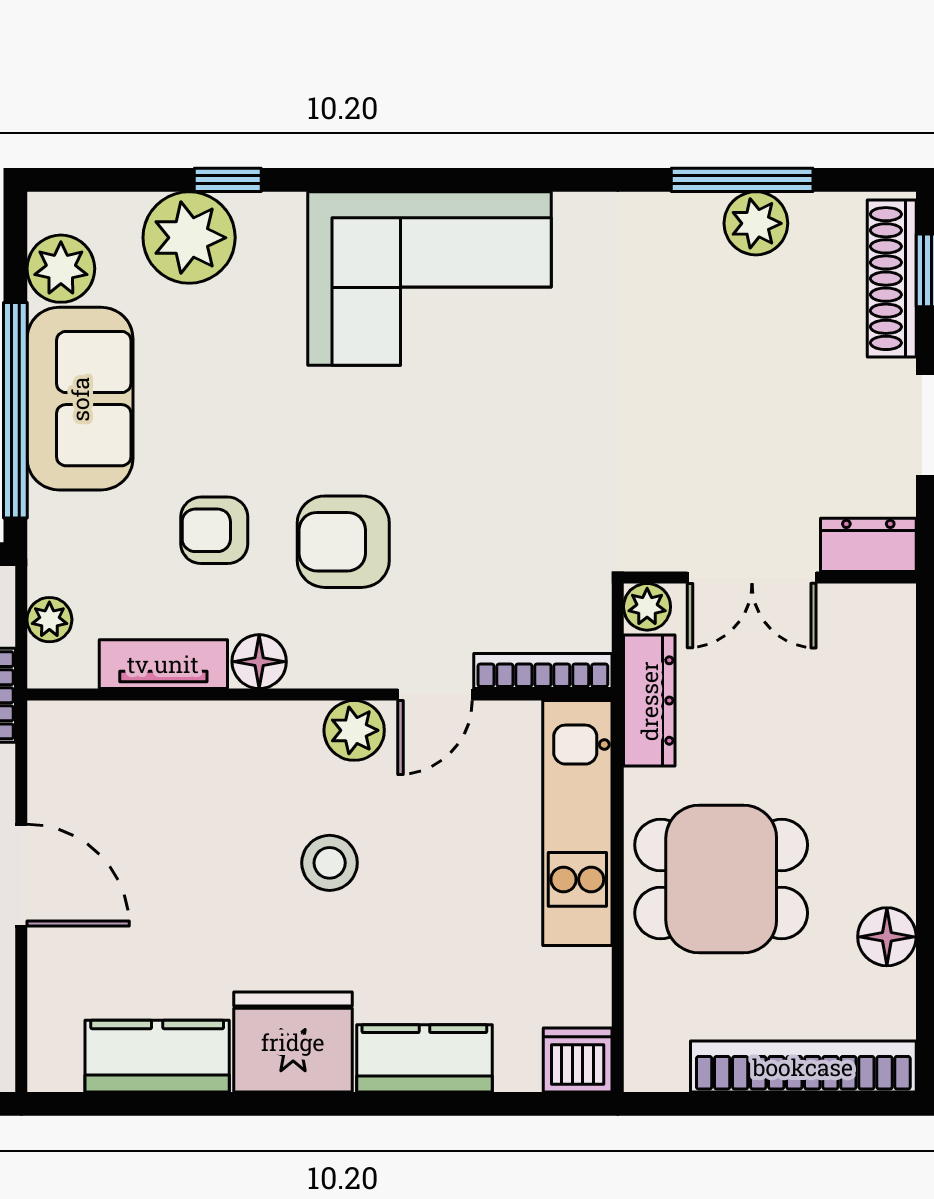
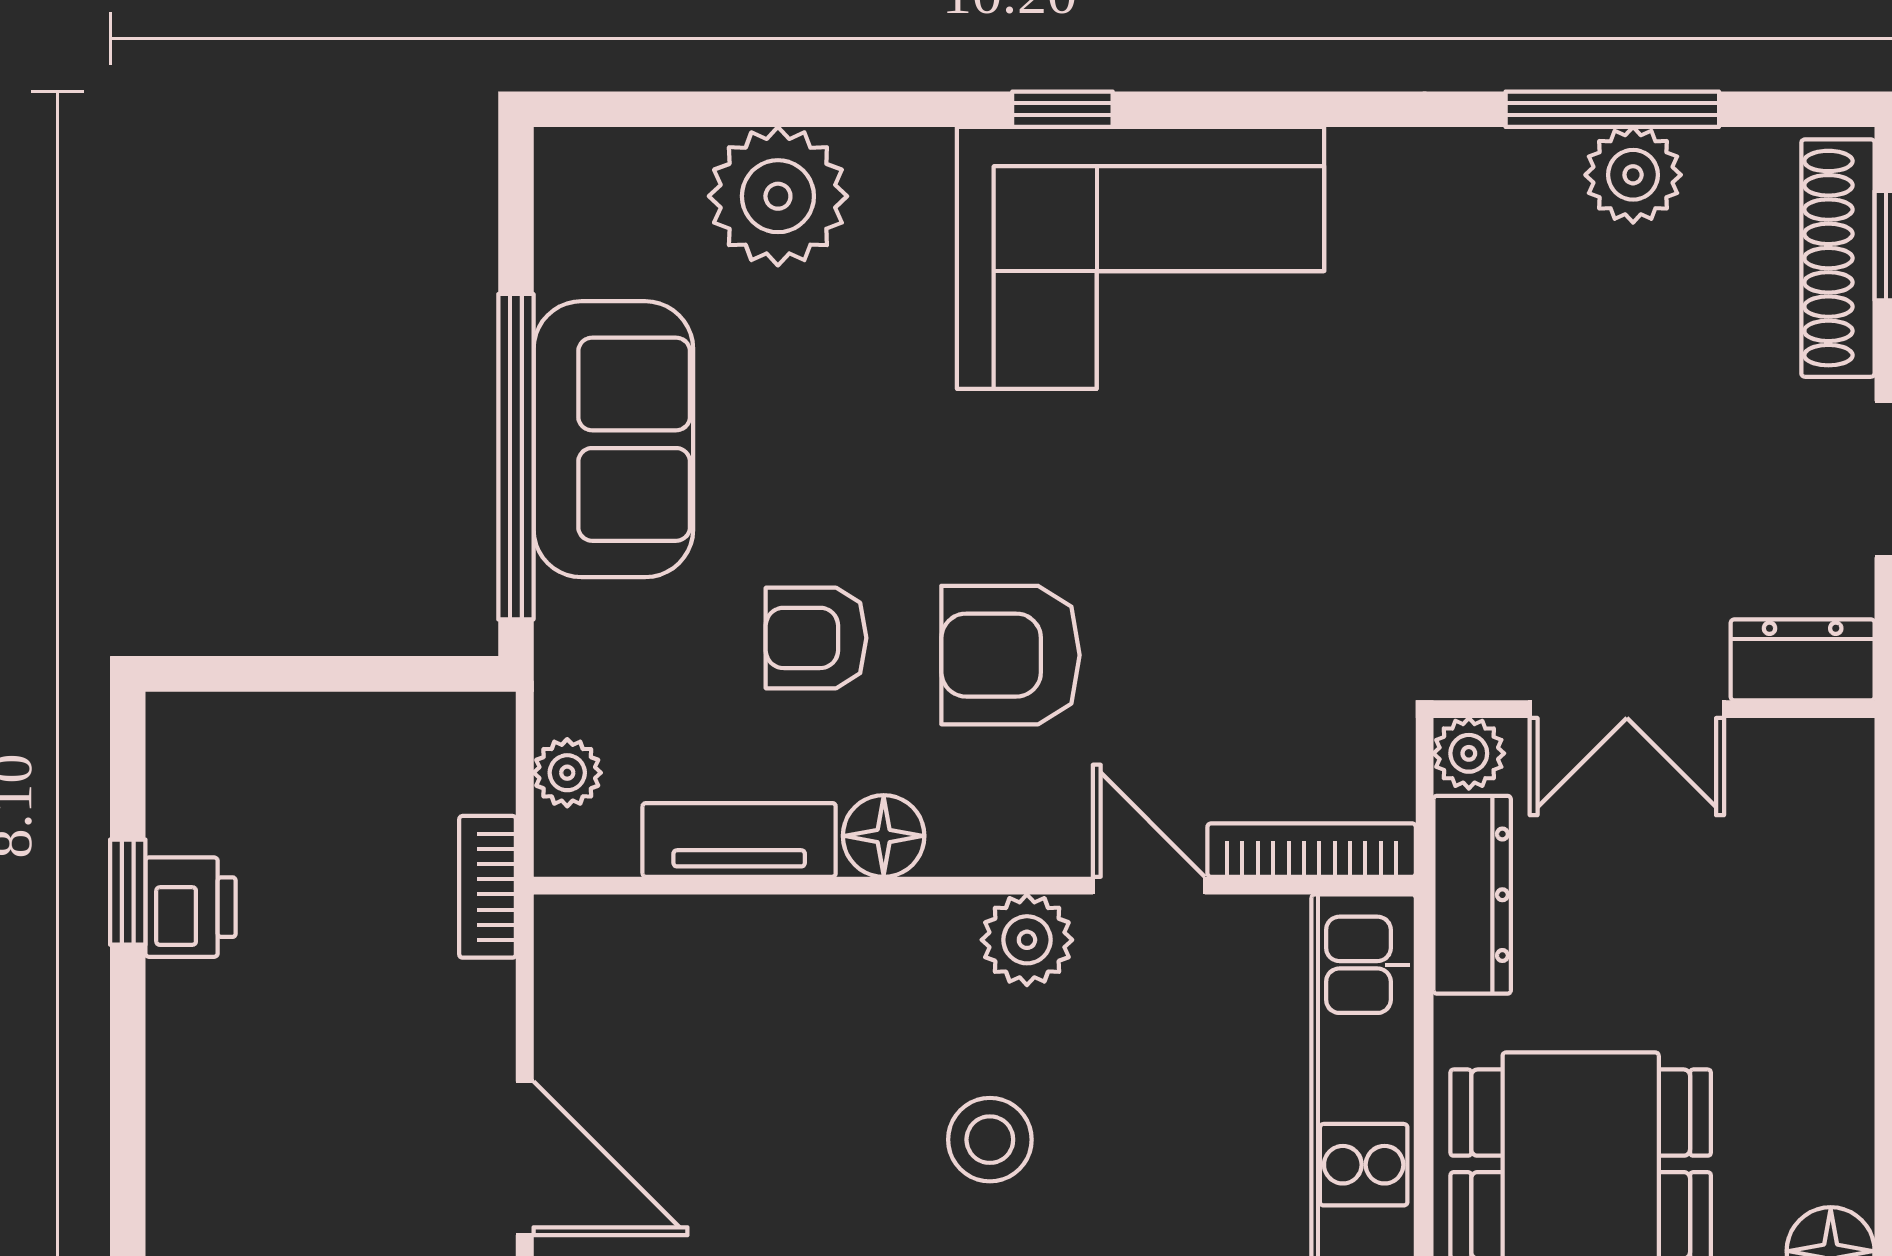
window: (228, 180) -> (1062, 109), moved
plant: (61, 269) -> (584, 243), removed
door: (435, 694) -> (1149, 886), swing flipped

